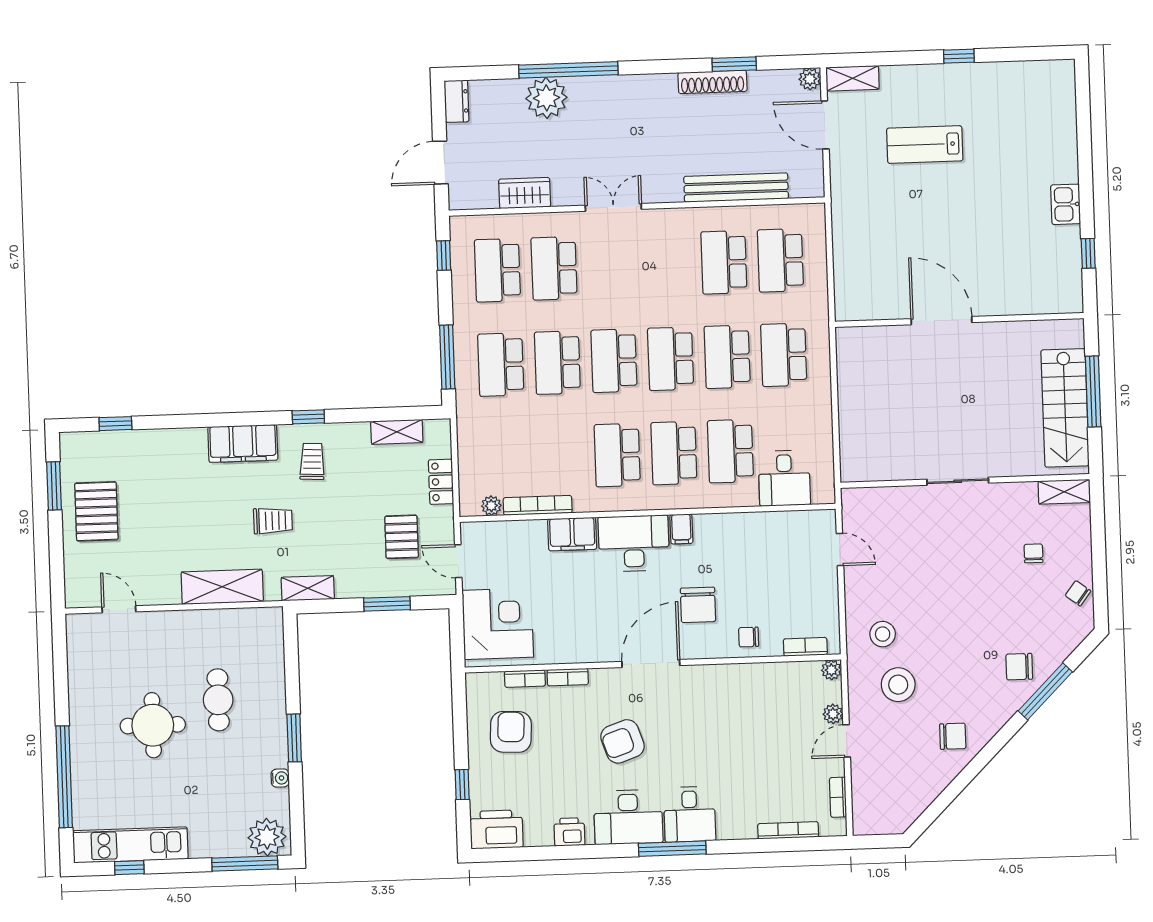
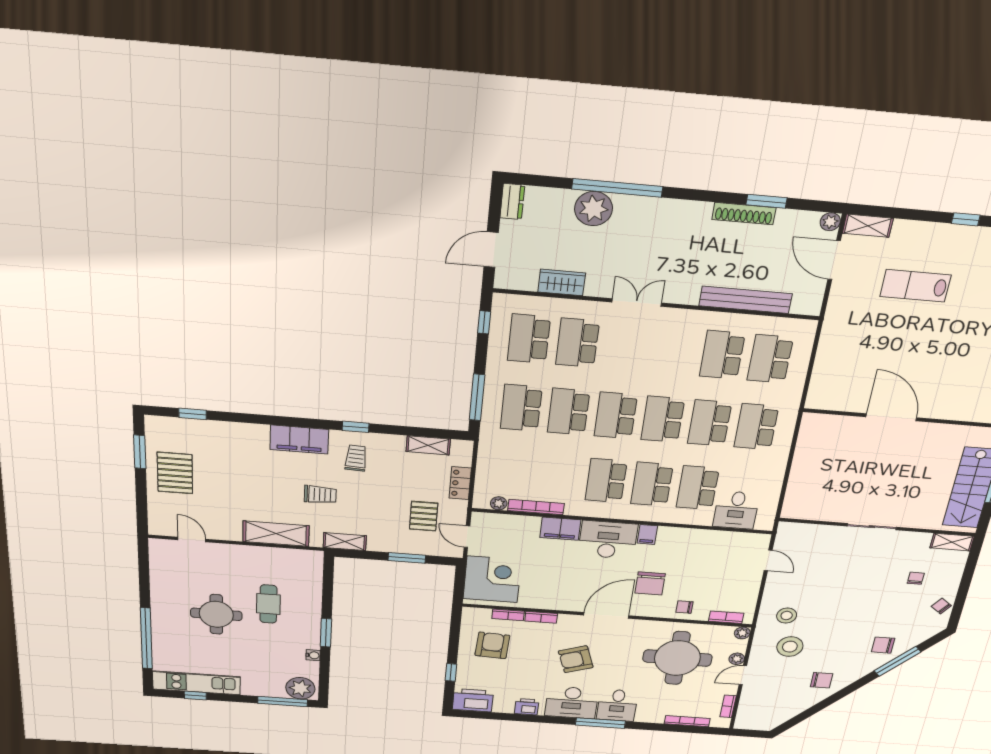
round table: (755, 723) -> (677, 658), added

